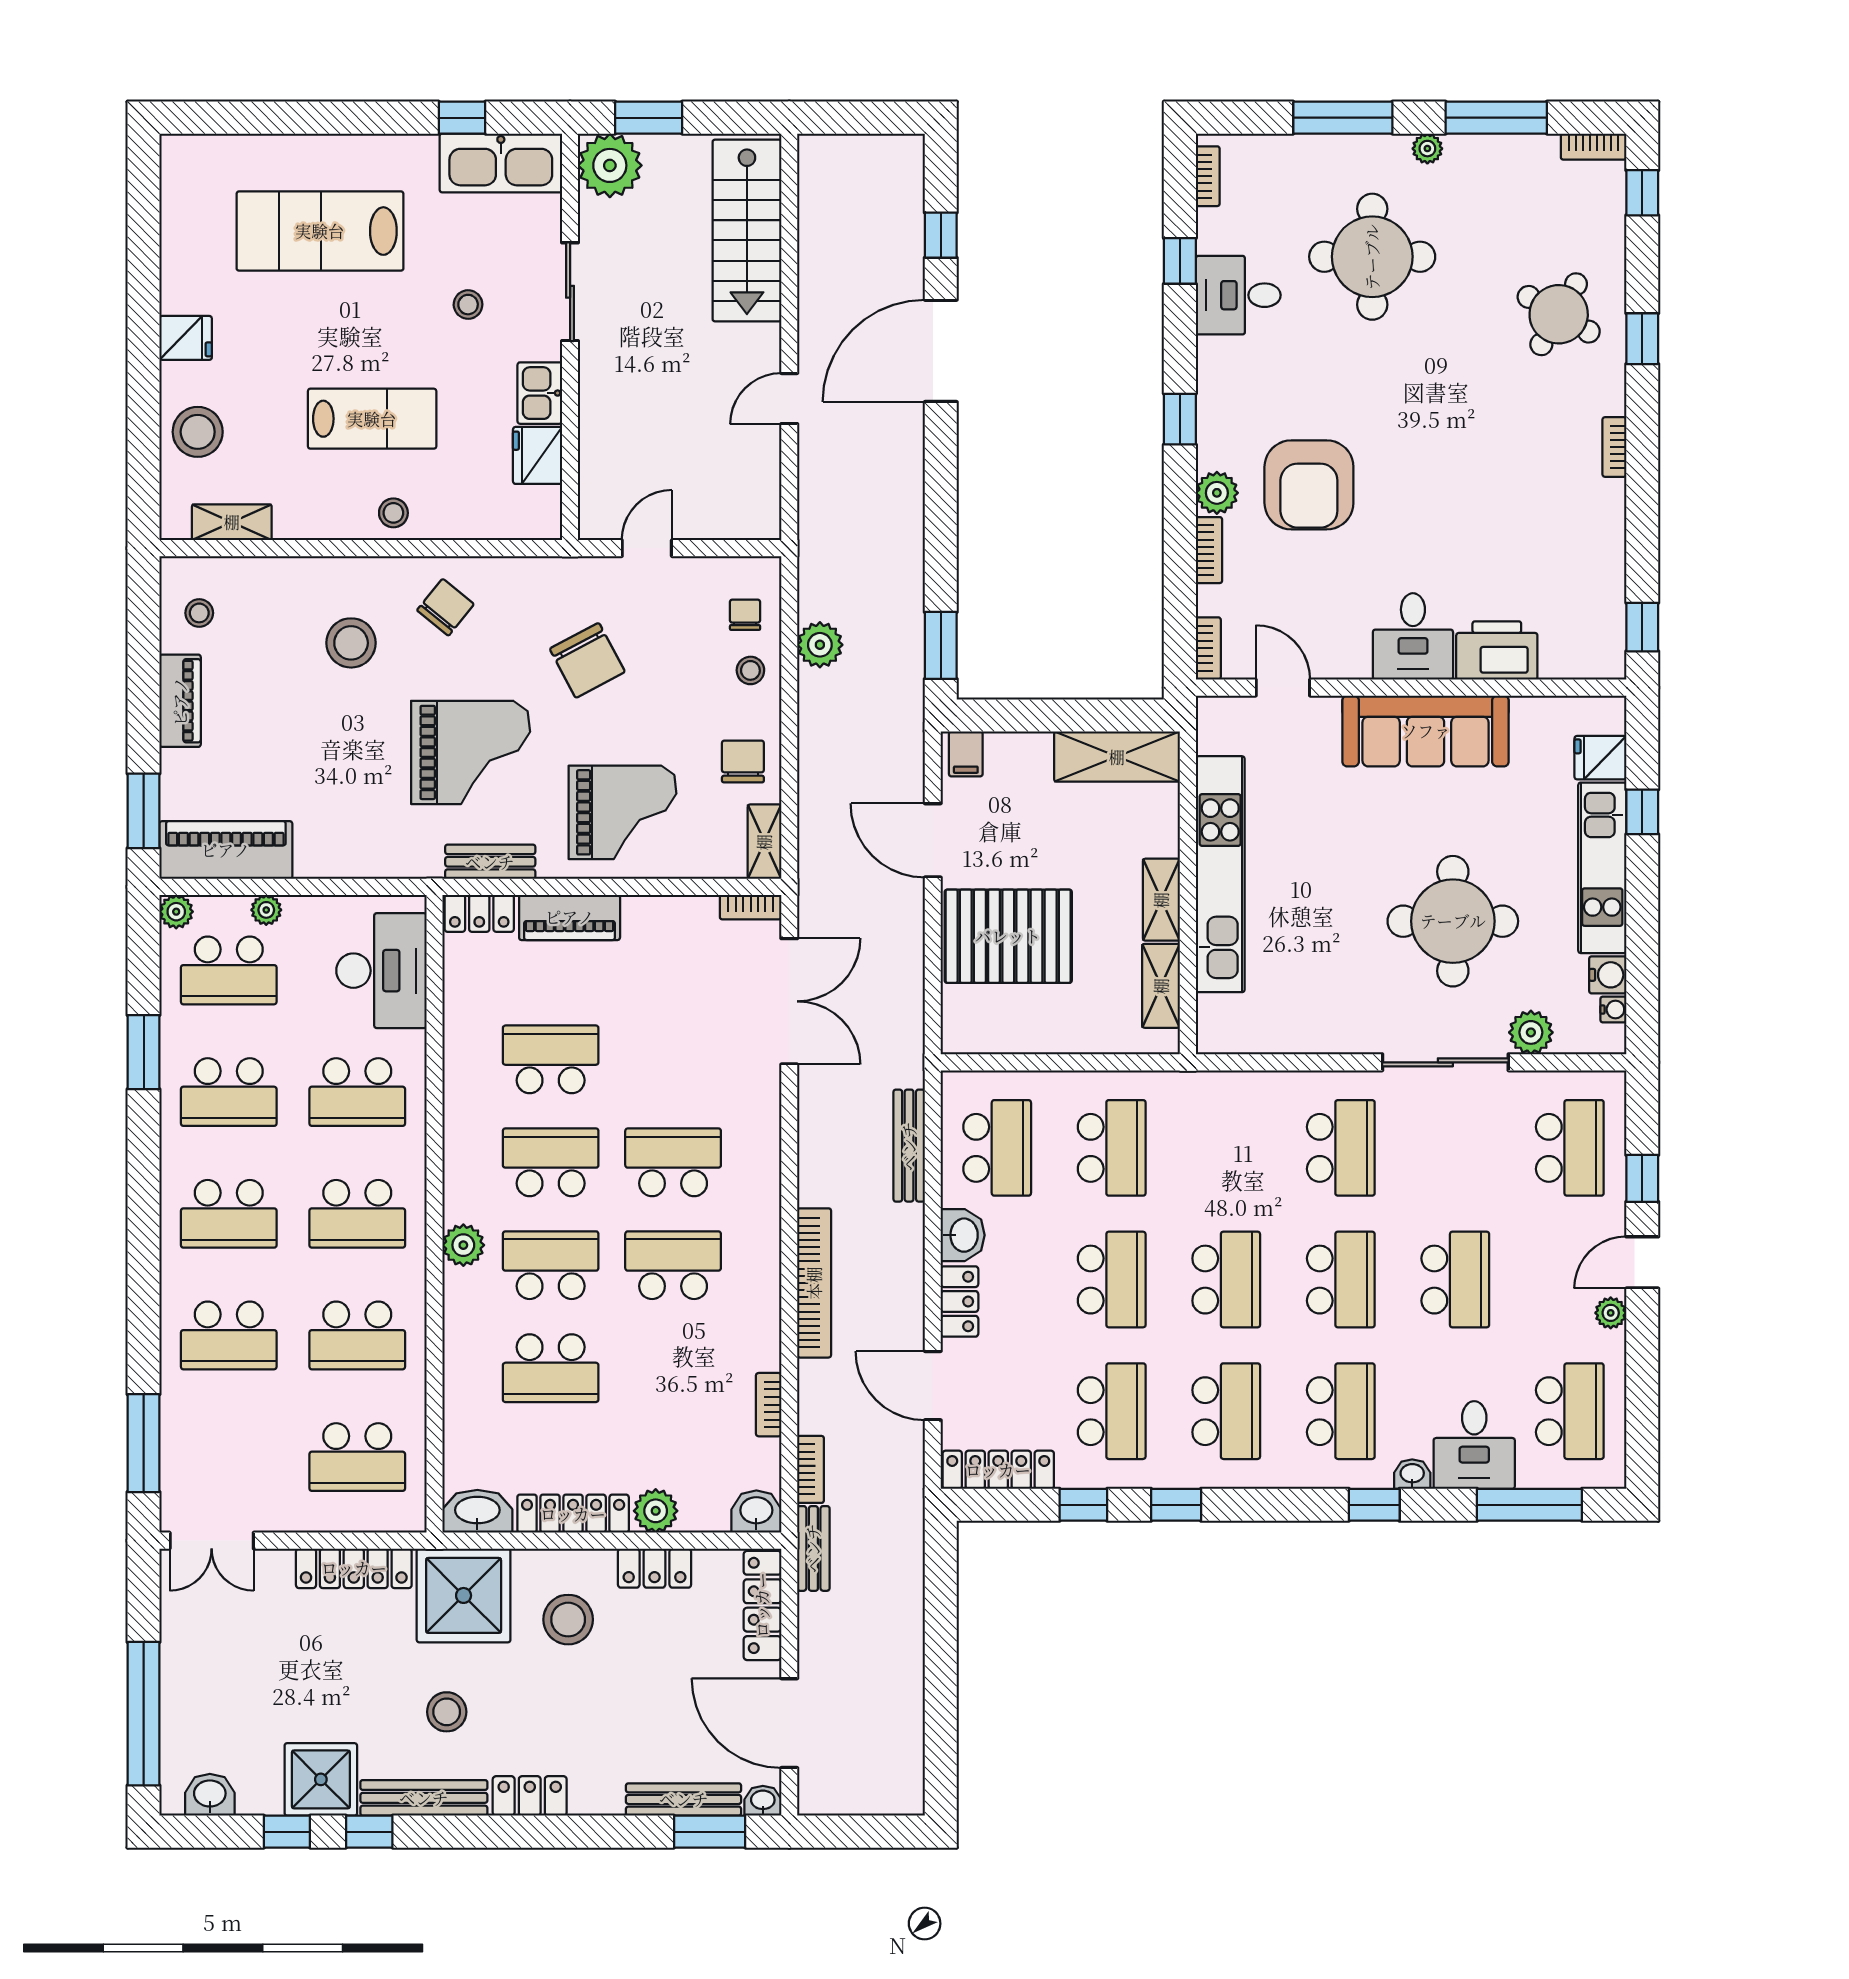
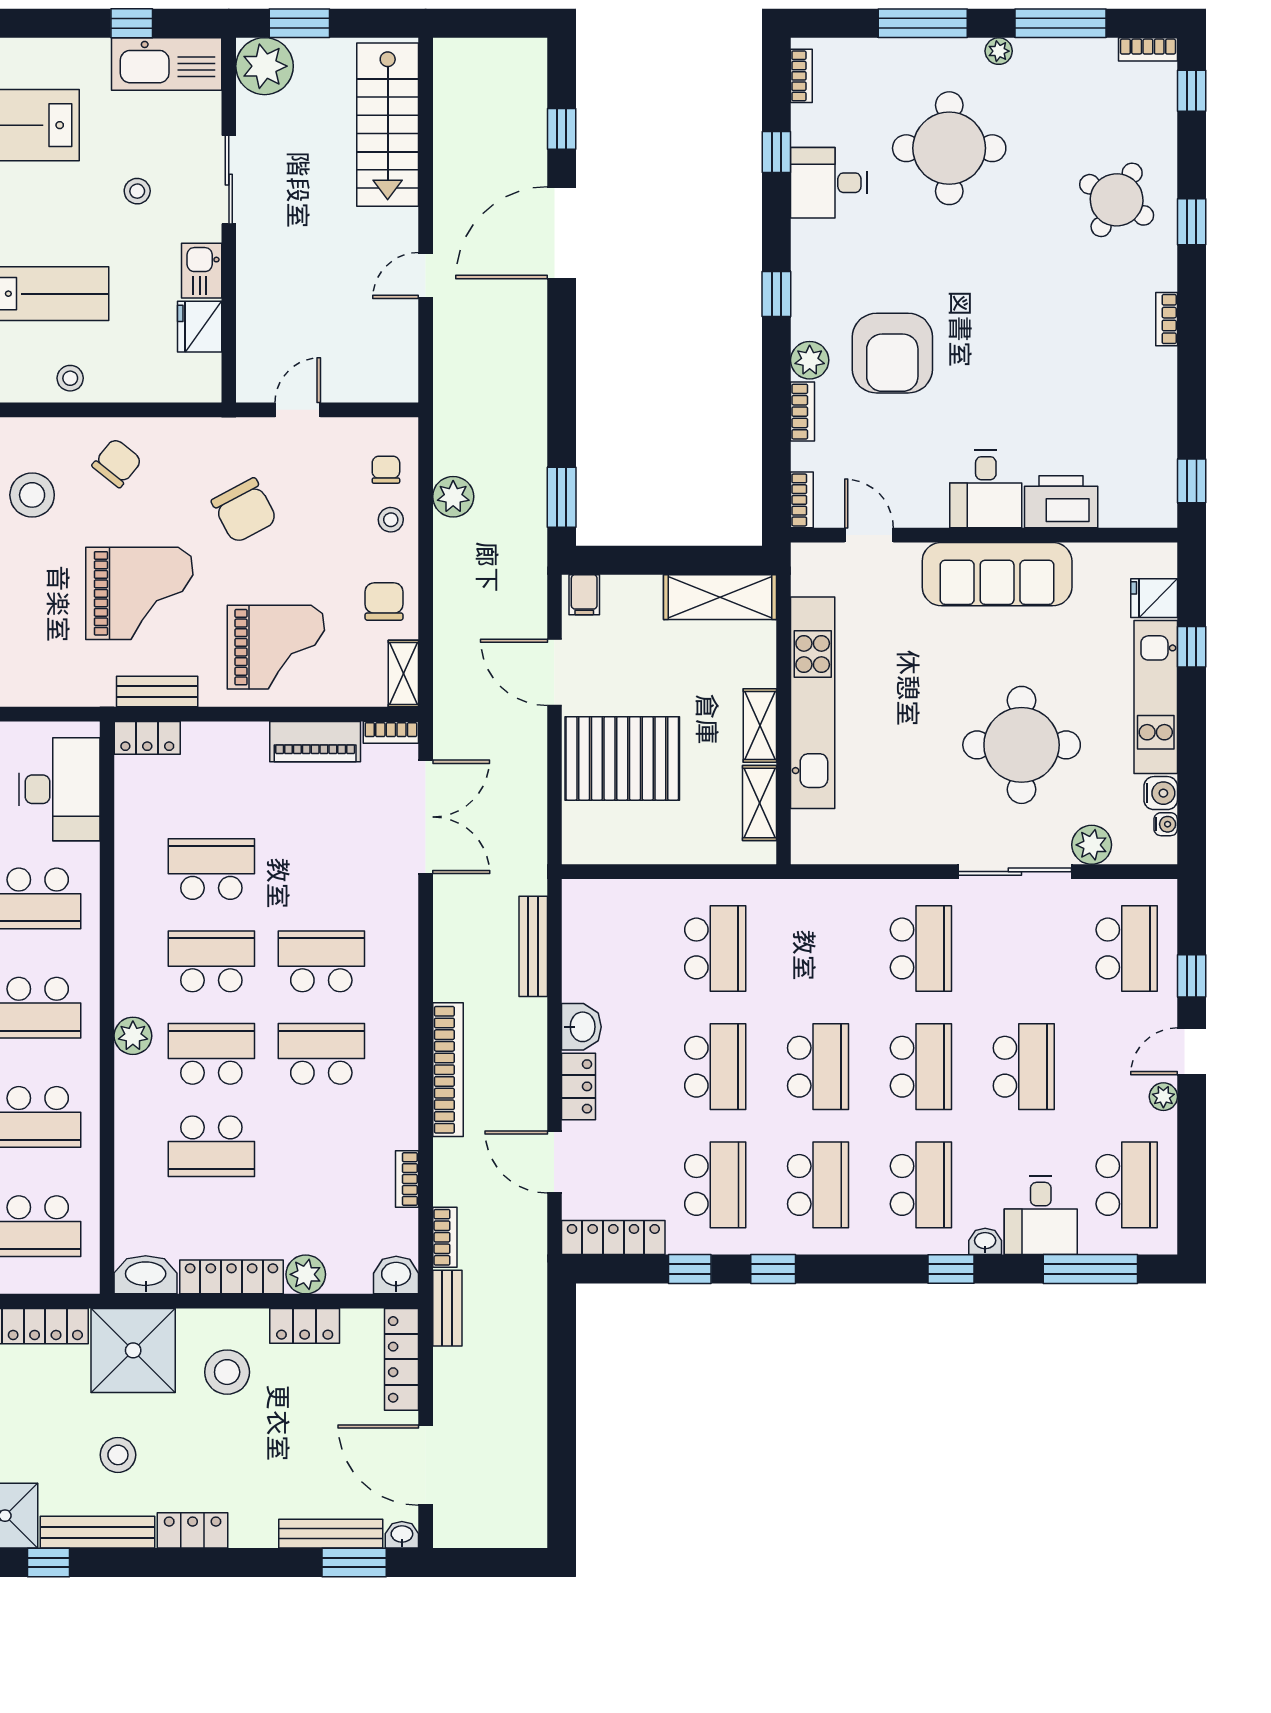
piano: (570, 917) -> (315, 742), moved
school desk: (997, 1148) -> (612, 948), removed

